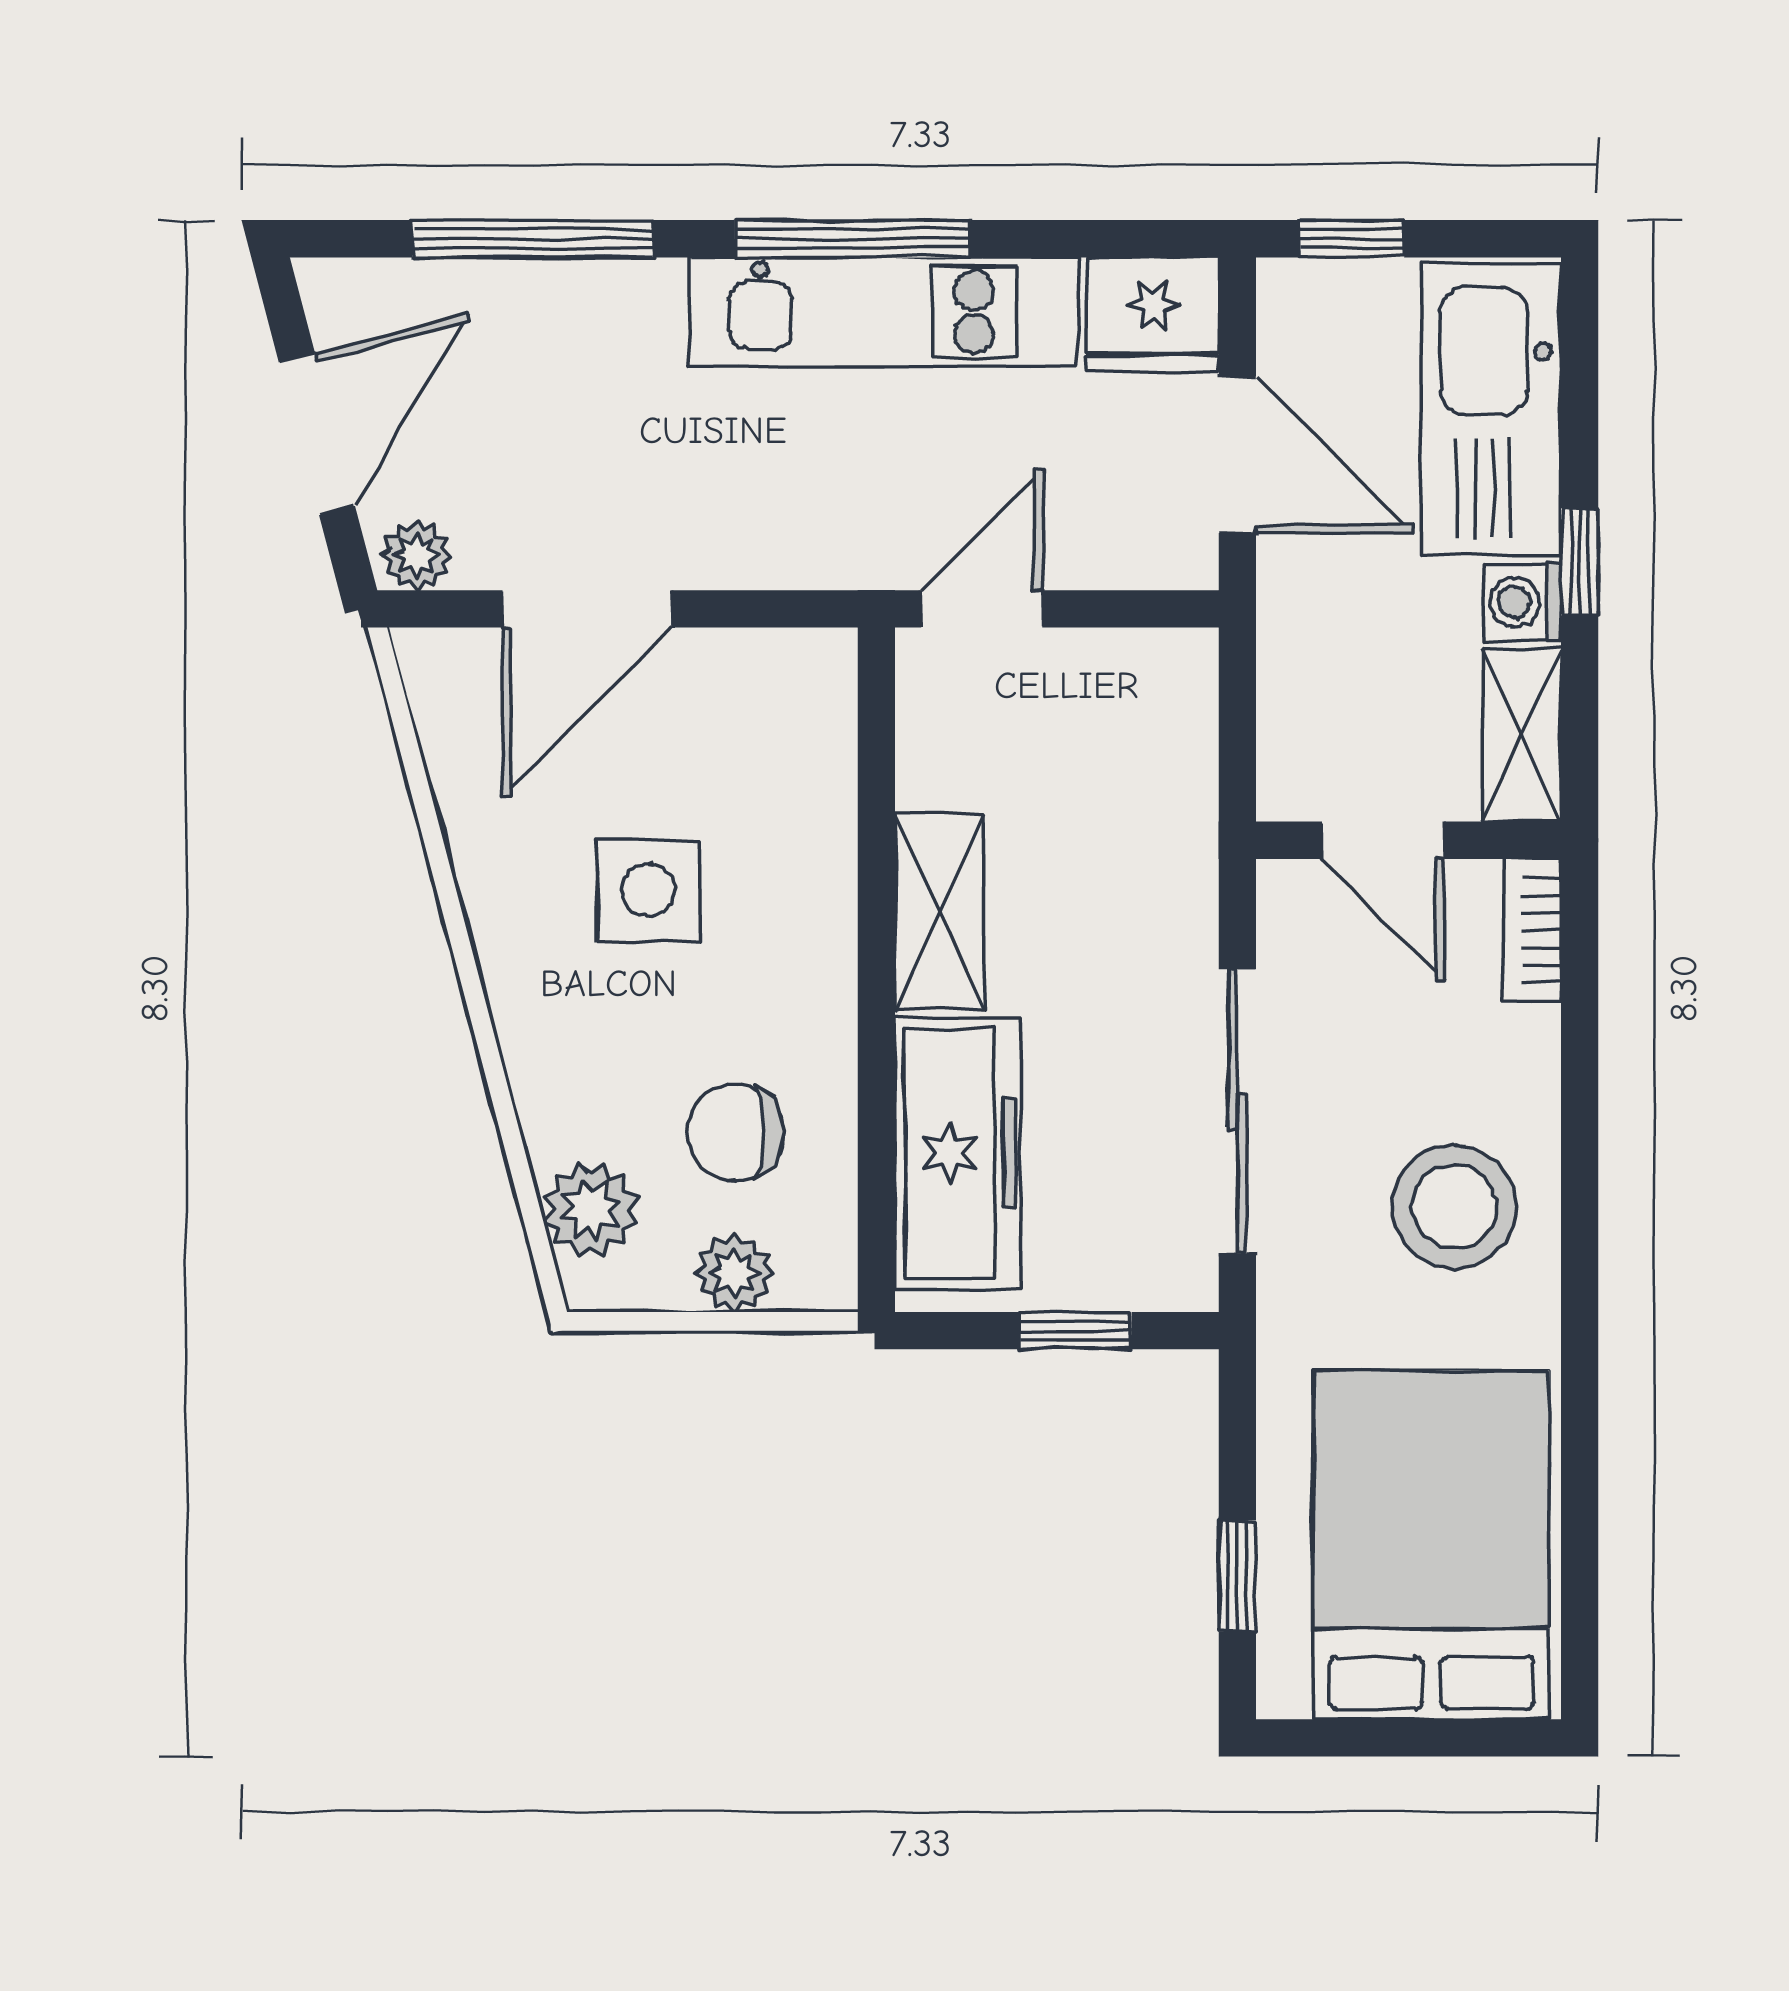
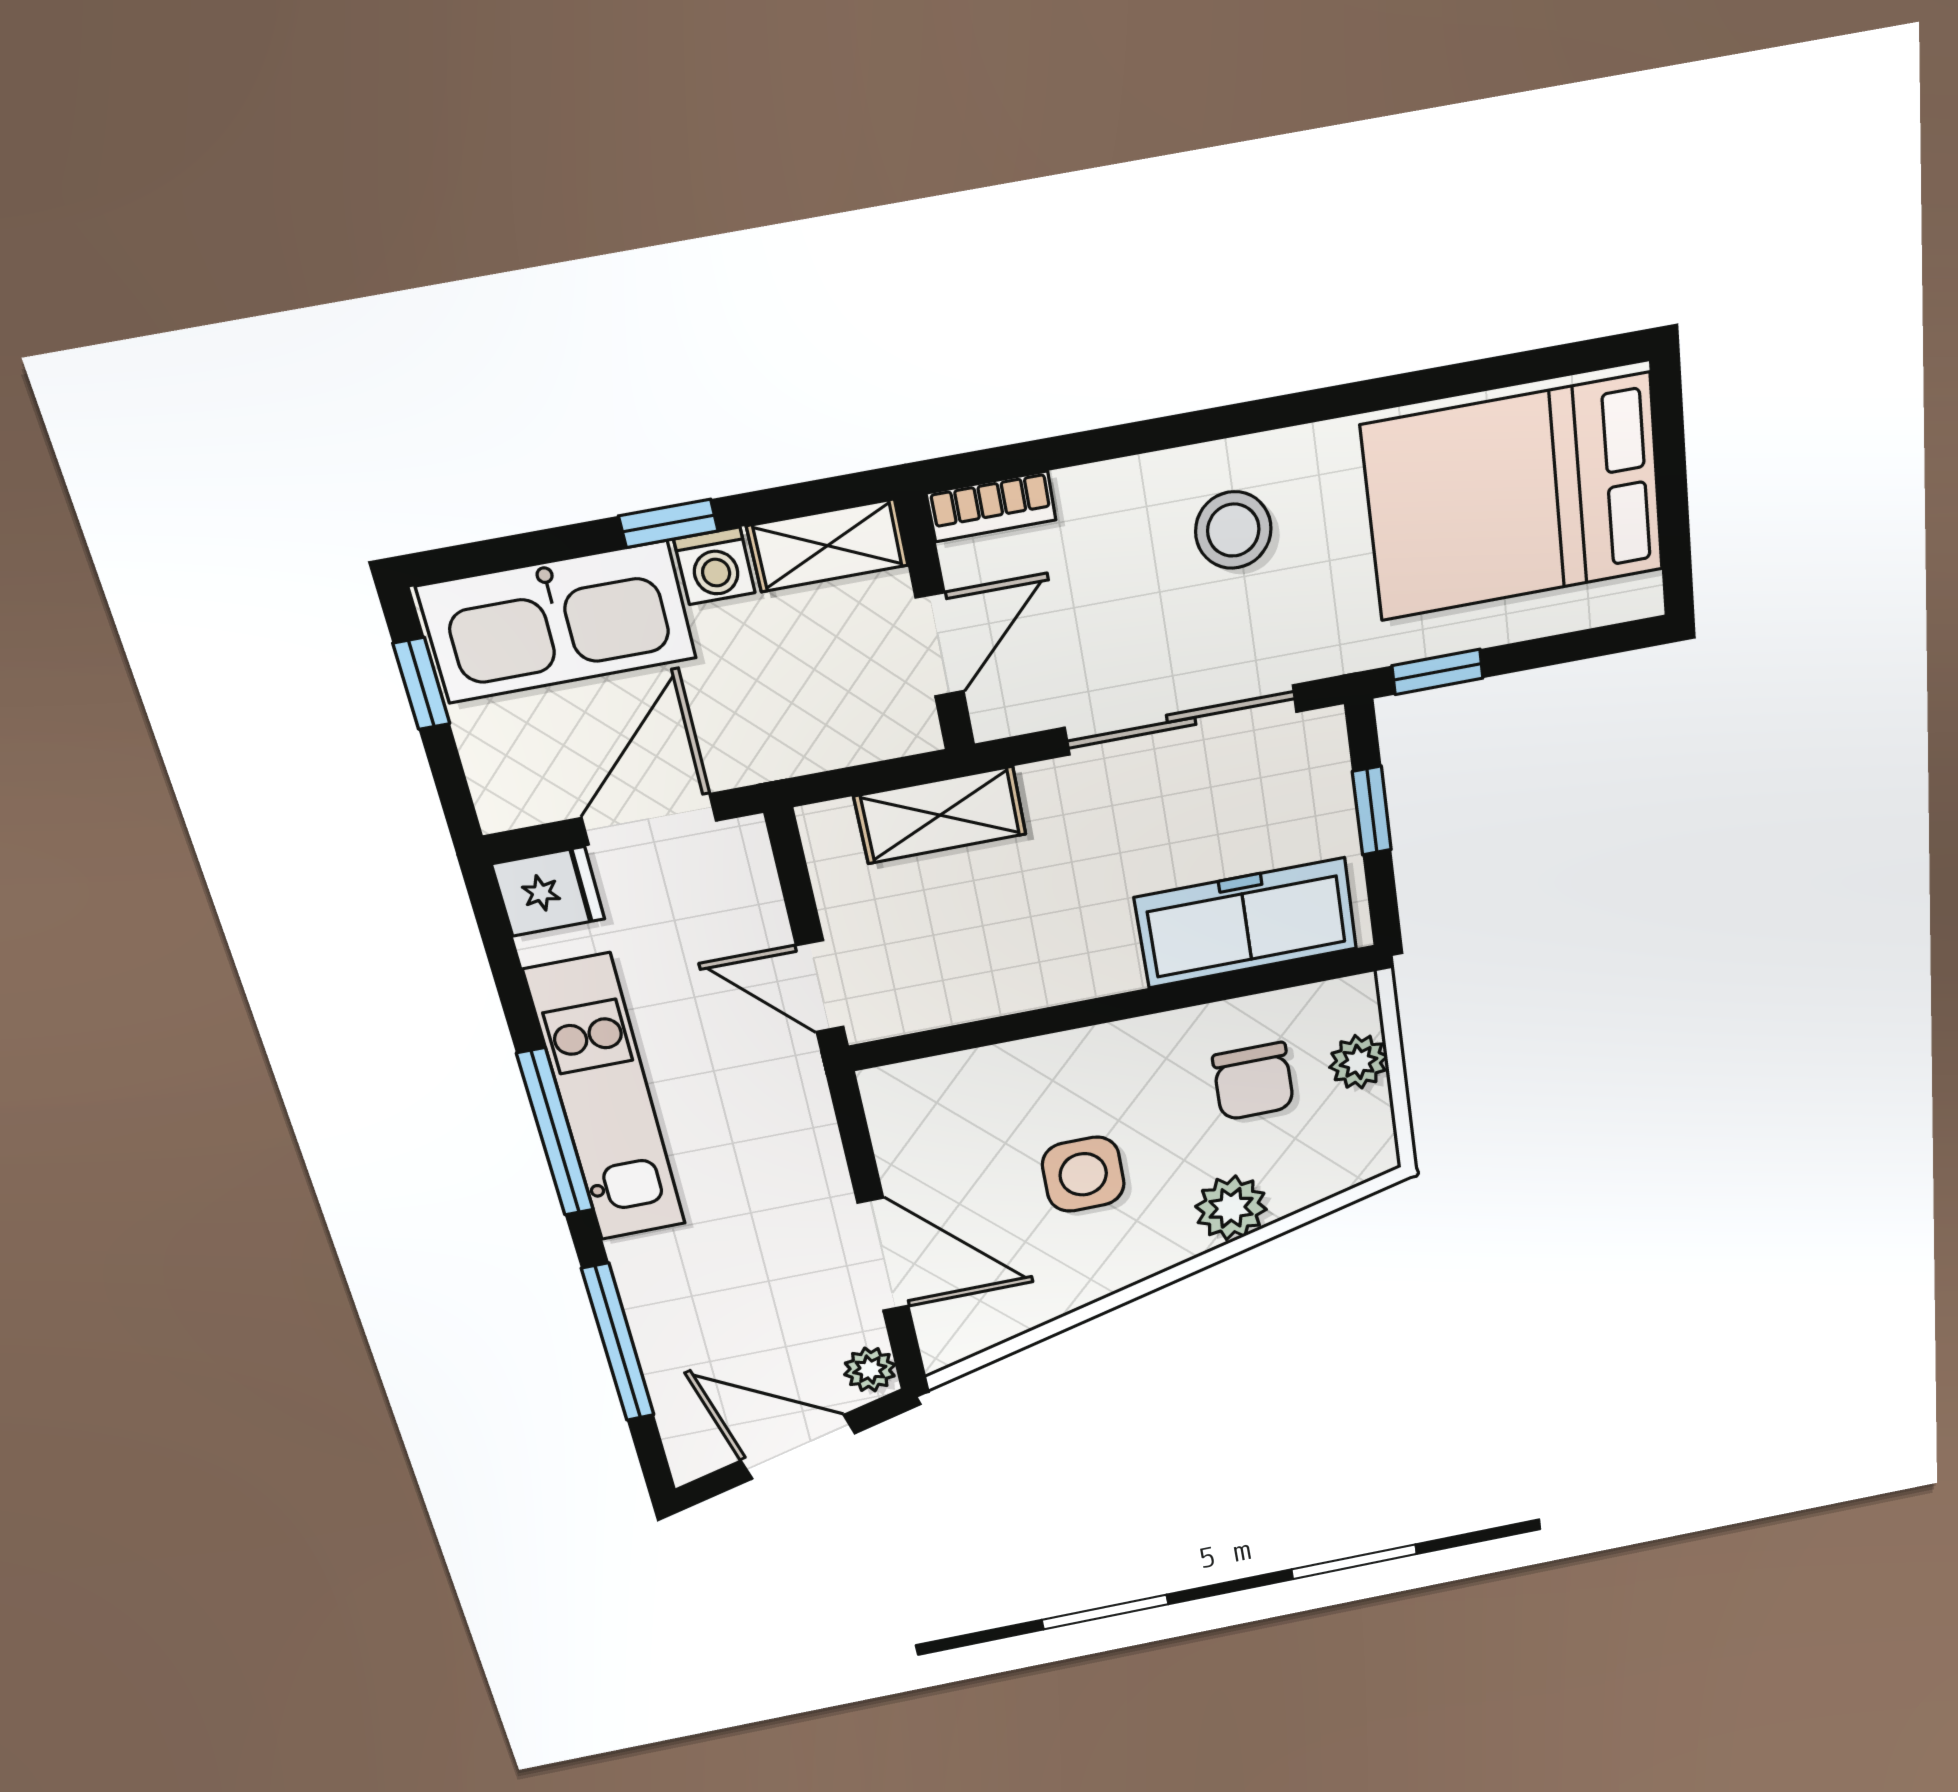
window: (1352, 239) -> (421, 684), moved
fridge: (1152, 314) -> (548, 892), width x0.72
shelving: (939, 912) -> (940, 815), moved
stool: (1454, 1207) -> (1233, 530), width x0.73, depth x0.73
plant: (590, 1210) -> (1231, 1208), moved
window: (1237, 1576) -> (1437, 672), moved

